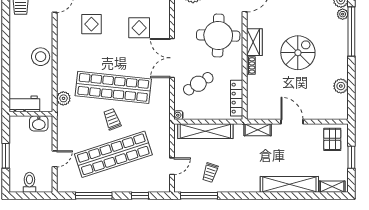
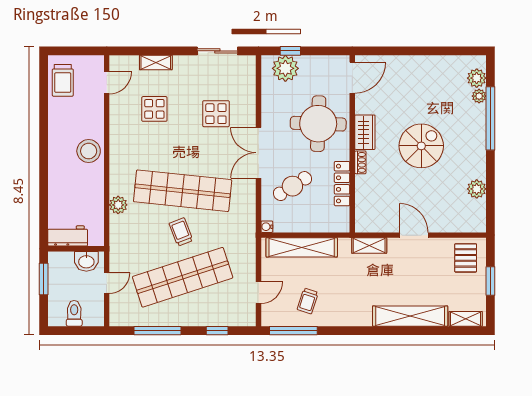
locker: (237, 98) -> (342, 184), moved
workbench: (24, 104) -> (68, 236), moved
wall: (31, 114) -> (76, 249), moved
washbasin: (39, 123) -> (86, 261), moved

